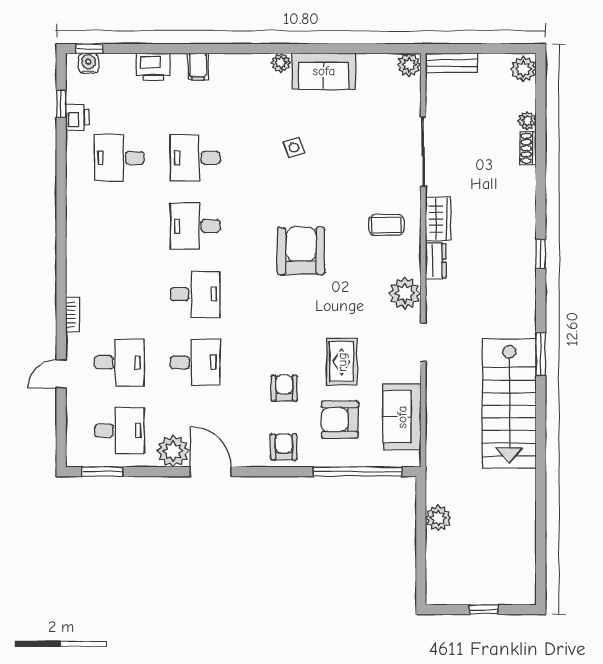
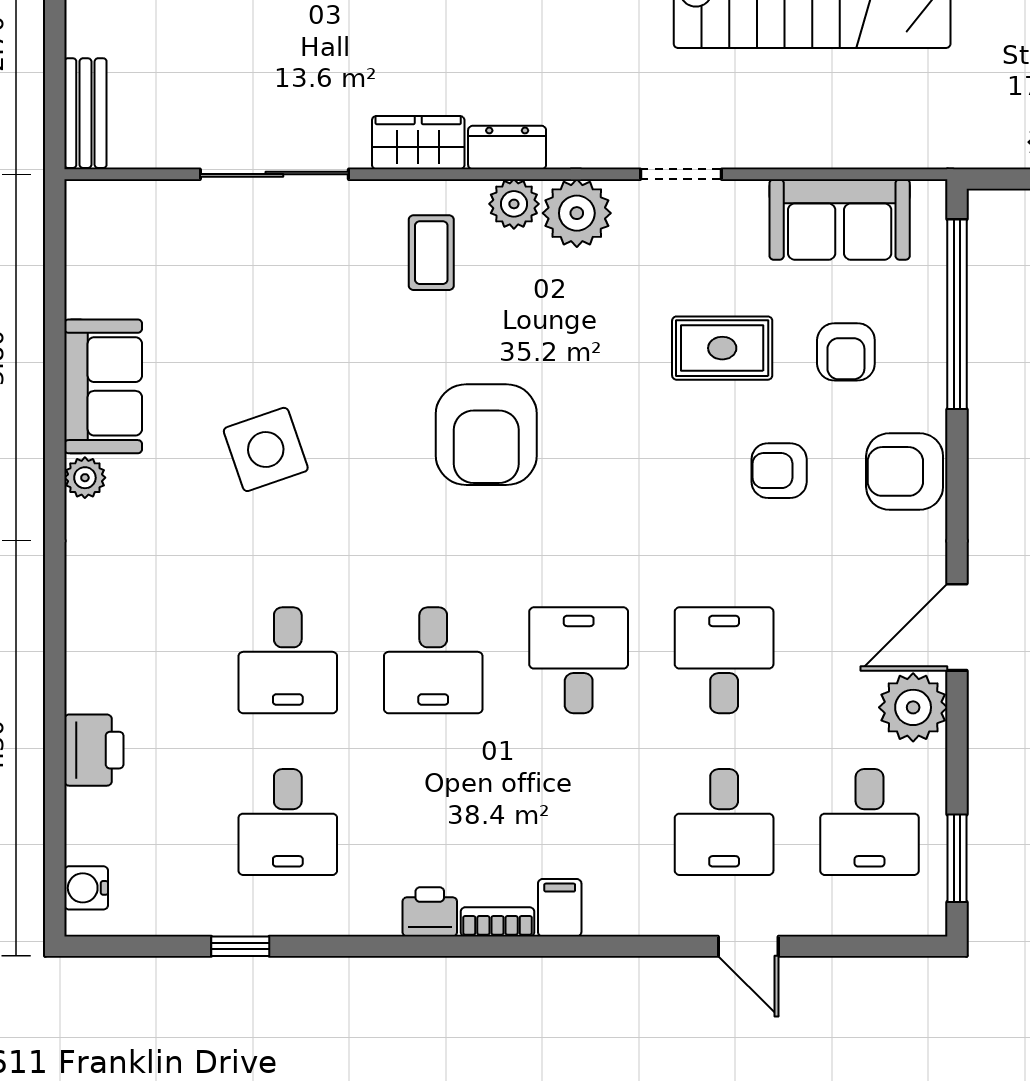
window: (89, 49) -> (55, 886), removed
plant: (409, 65) -> (514, 204), moved
filing cabinet: (198, 67) -> (560, 908), moved, turned -90
window: (61, 104) -> (240, 946), moved
printer: (77, 117) -> (430, 912), moved
side table: (294, 147) -> (266, 449), width x1.87, depth x1.87
armchair: (301, 251) -> (486, 435), turned -90
bookcase: (73, 314) -> (497, 922), moved
desk: (119, 362) -> (724, 822), turned 180
armchair: (340, 420) -> (846, 352), width x0.72, depth x0.72
desk: (119, 431) -> (870, 822), turned 180
armchair: (284, 447) -> (905, 471), width x1.38, depth x1.38

